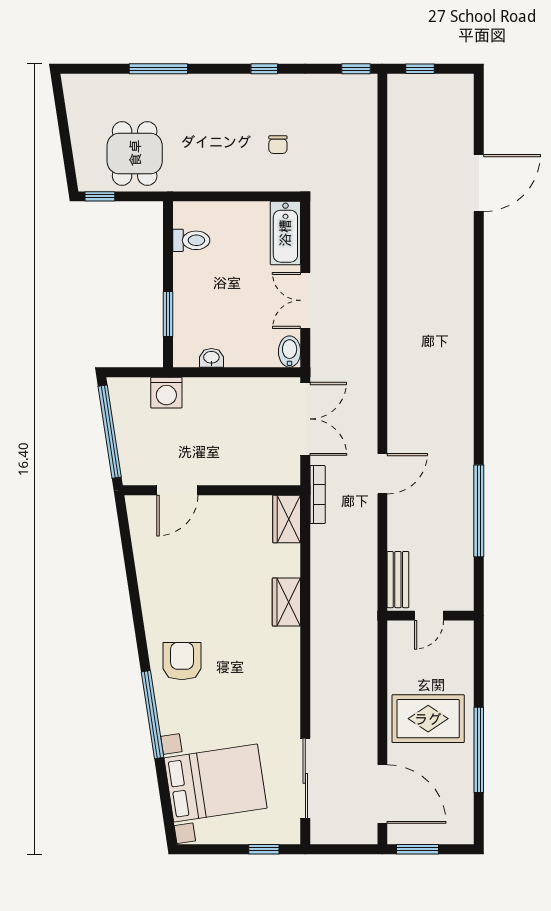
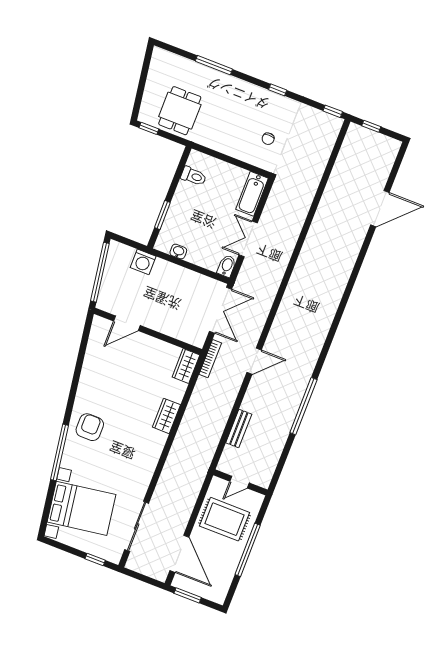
door: (429, 616) -> (240, 482), moved
wall: (431, 616) -> (240, 482), moved

